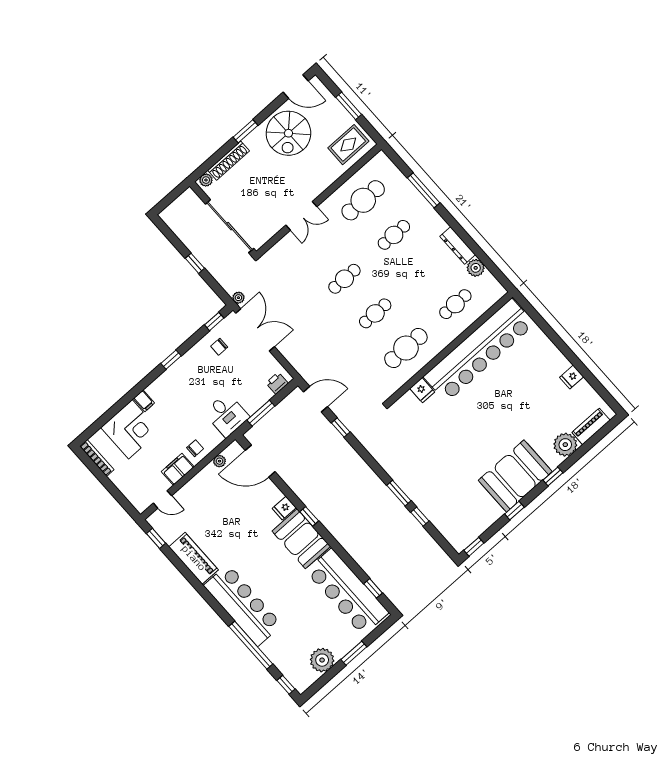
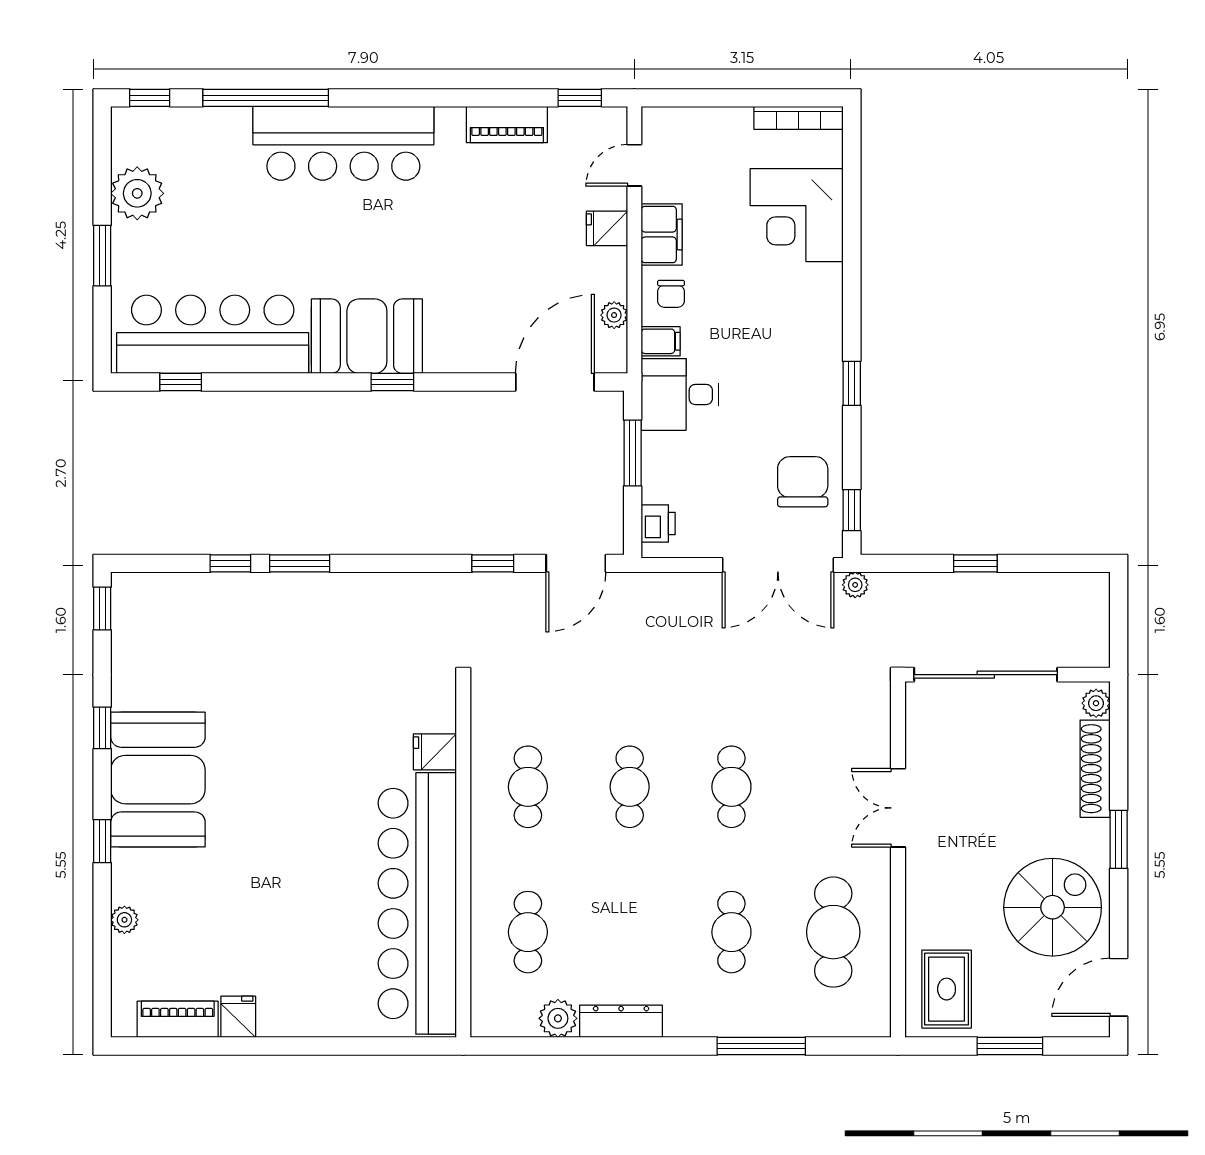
spiral stairs: (288, 133) -> (1053, 907), turned 90
chair: (219, 347) -> (803, 482), width x1.87, depth x1.87
cafe table: (406, 348) -> (528, 787), width x0.73, depth x0.74
filing cabinet: (144, 401) -> (661, 341), moved, turned 180
piano: (591, 426) -> (178, 1019), moved, turned -90
plant: (565, 445) -> (124, 920), width x0.53, depth x0.53
fridge: (284, 508) -> (607, 228), moved, turned -90
piano: (194, 558) -> (507, 125), width x0.73, depth x0.75

